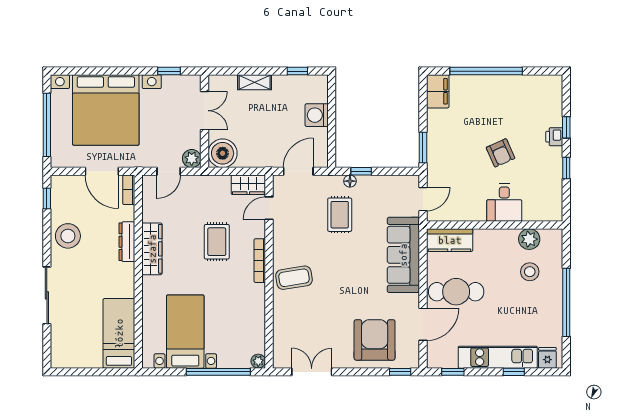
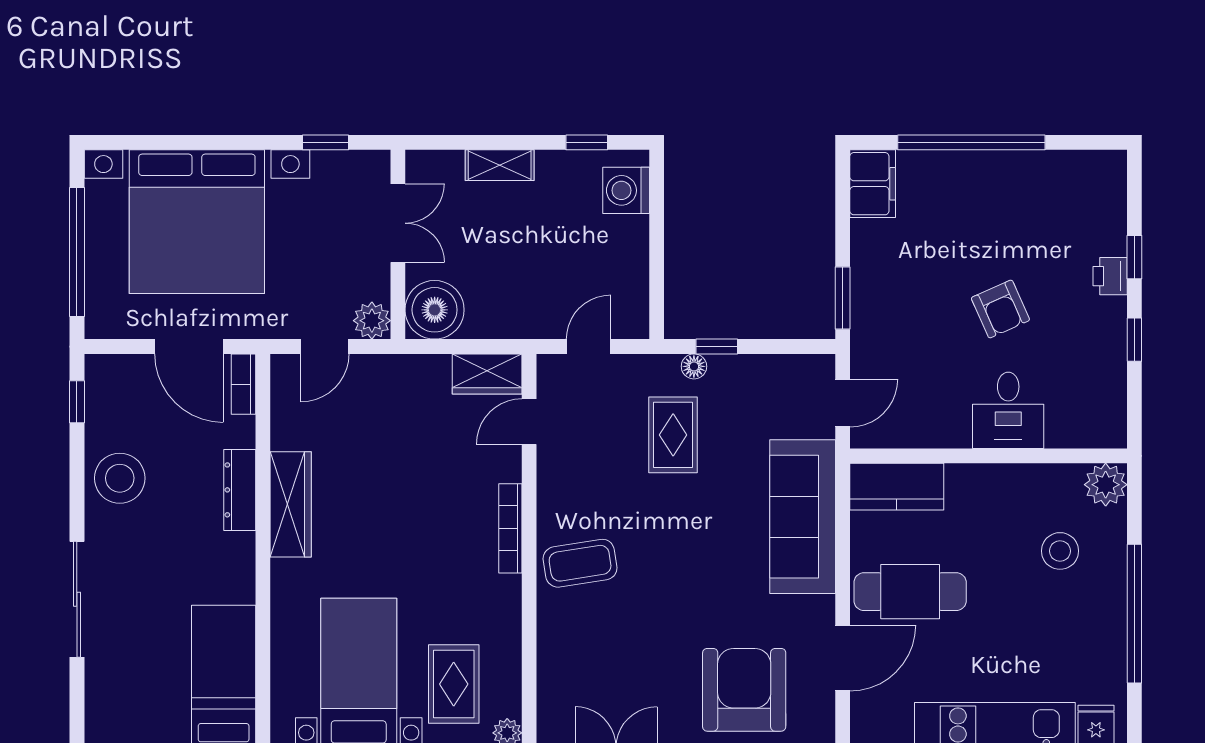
washing machine: (317, 115) -> (626, 190), moved
door: (298, 171) -> (589, 347), width x0.73
plant: (529, 239) -> (1106, 485), moved
rug: (217, 242) -> (454, 684), moved

